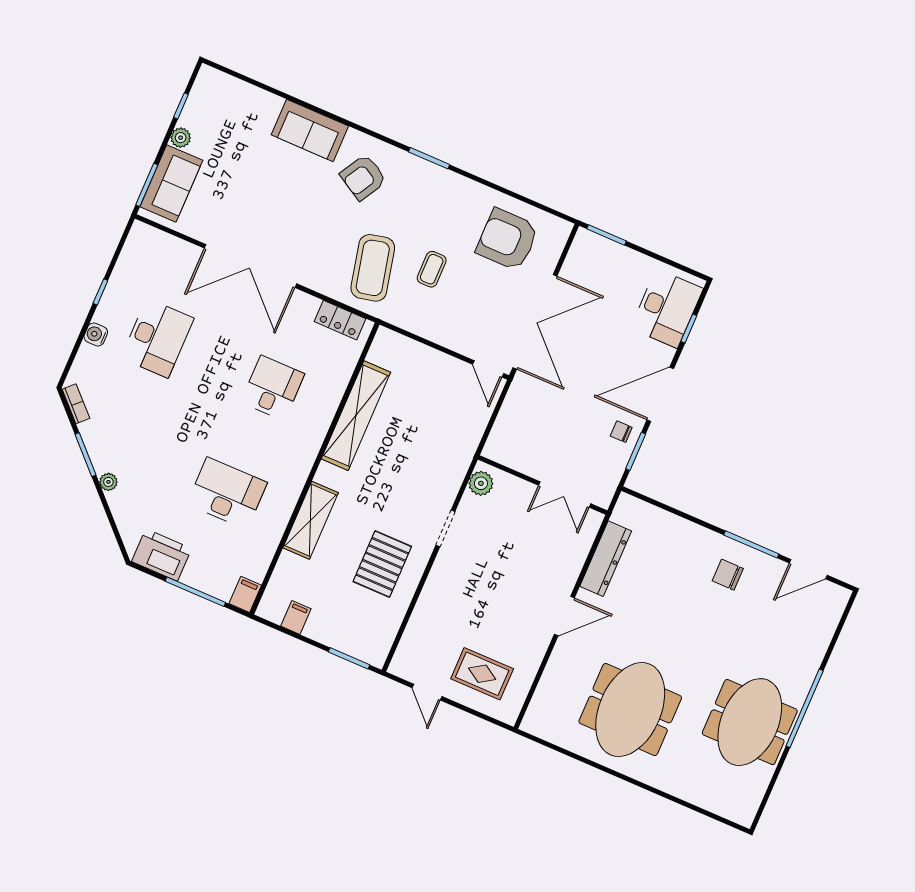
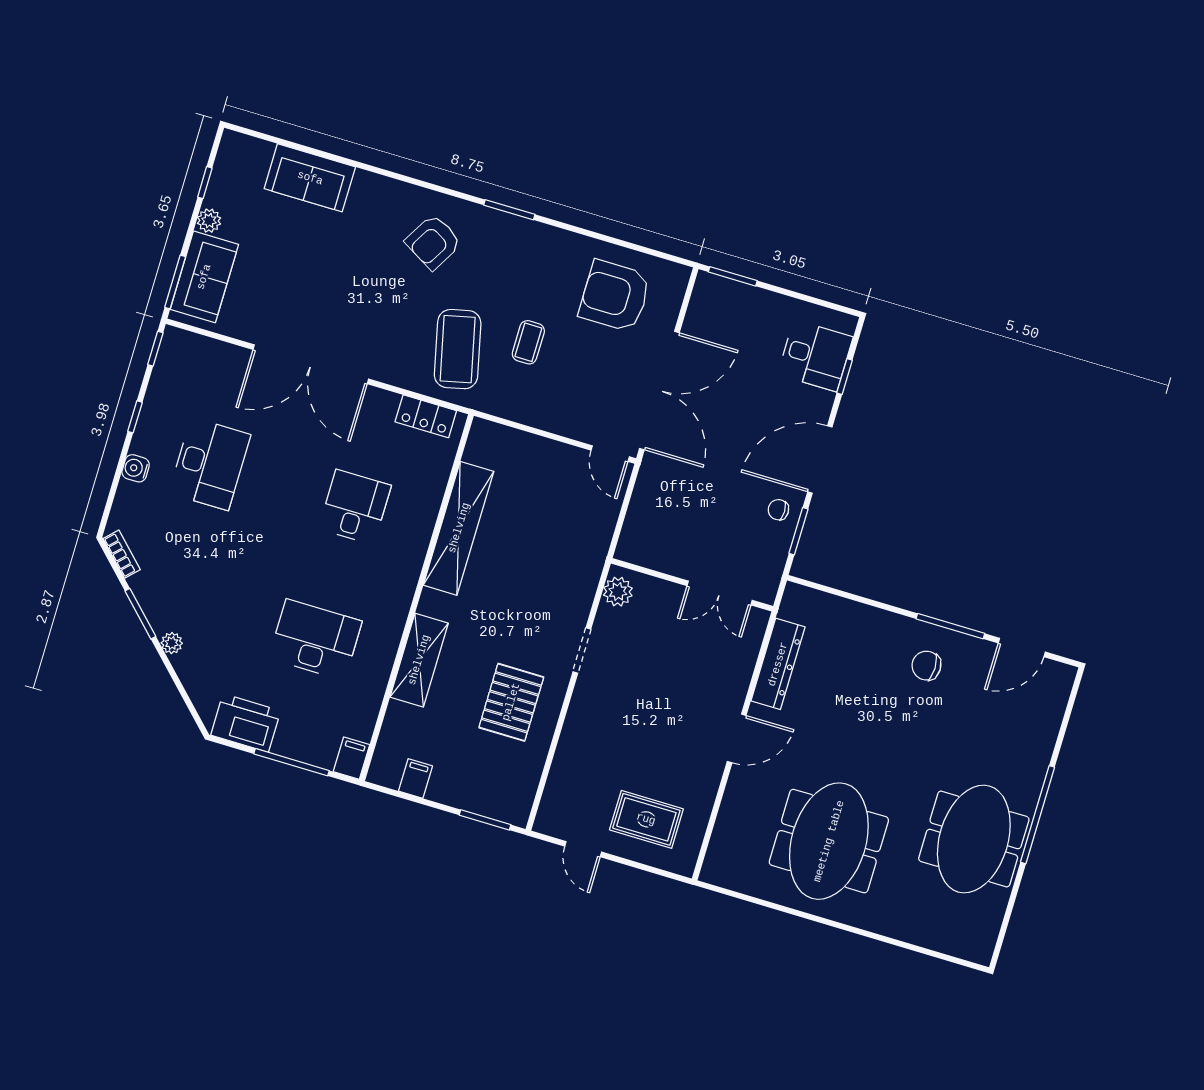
sofa: (310, 130) -> (310, 178), moved
window: (124, 238) -> (155, 349), added
desk: (667, 308) -> (815, 356), width x0.73

